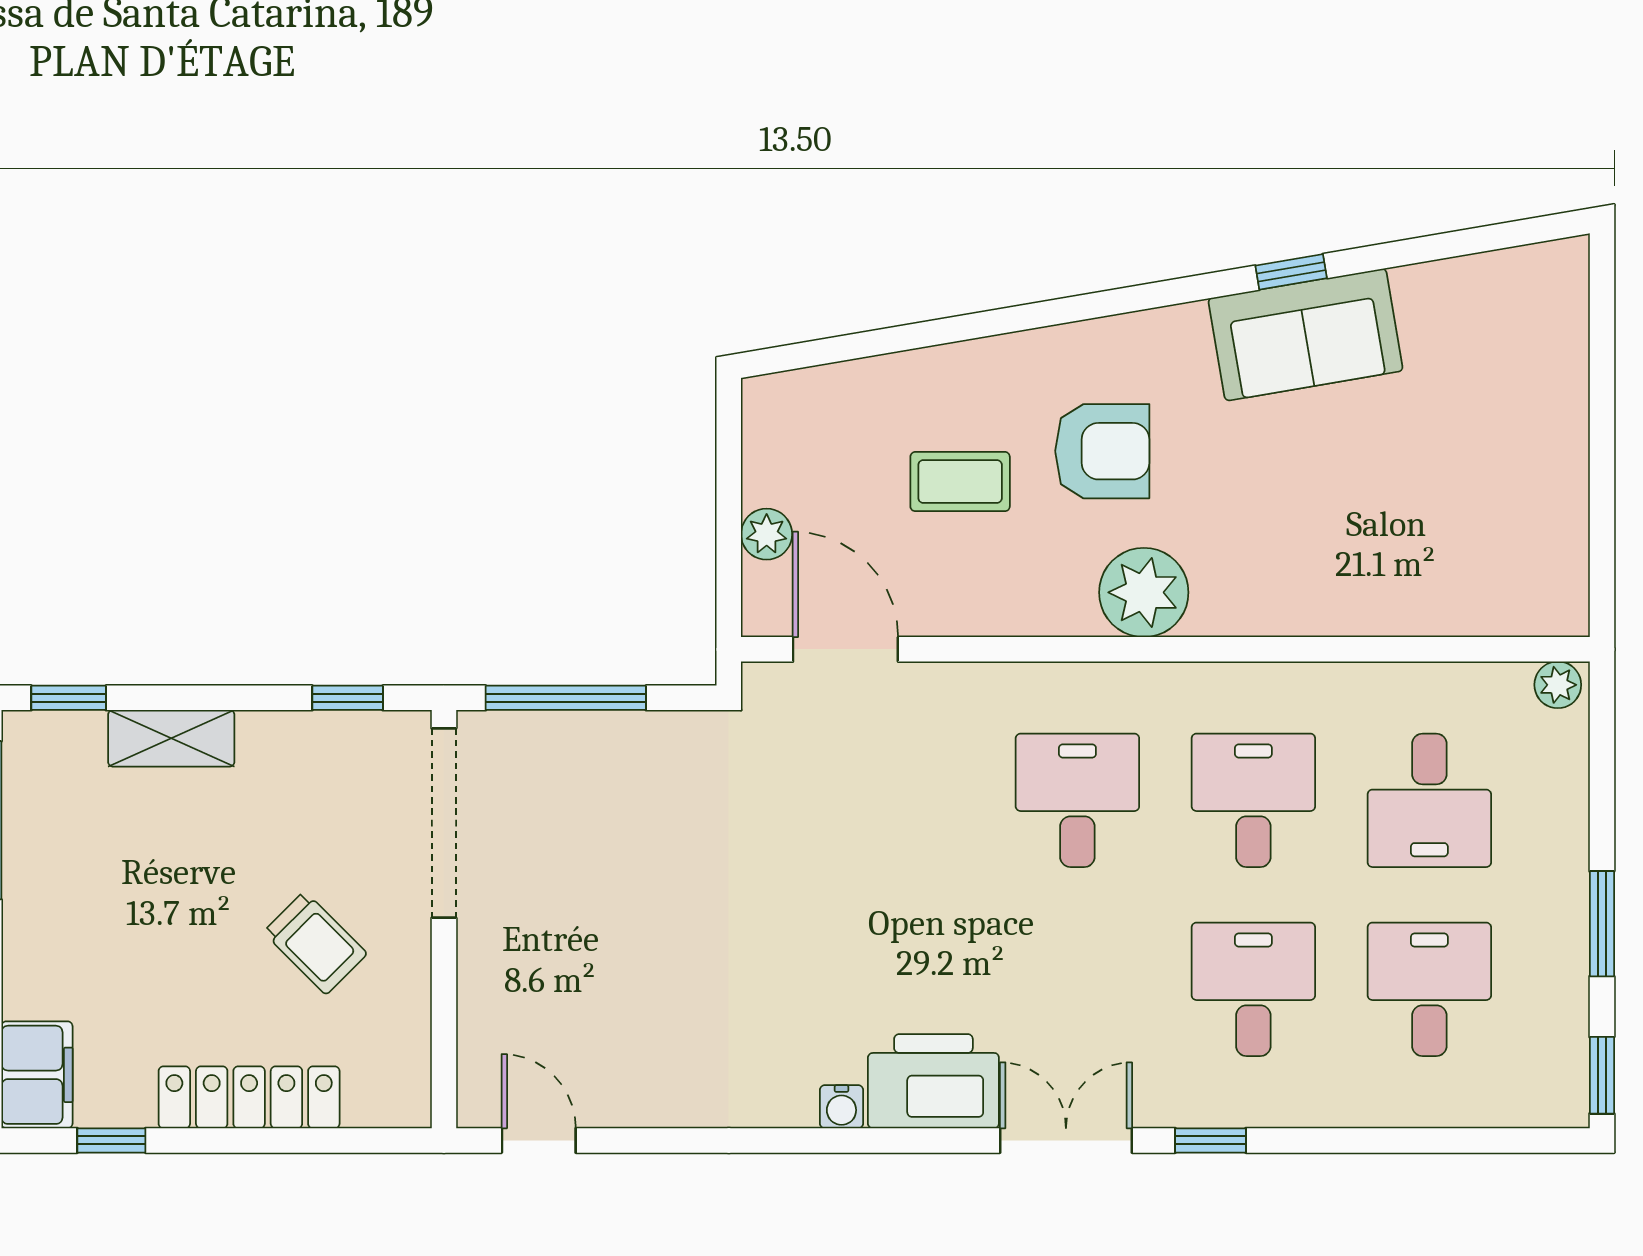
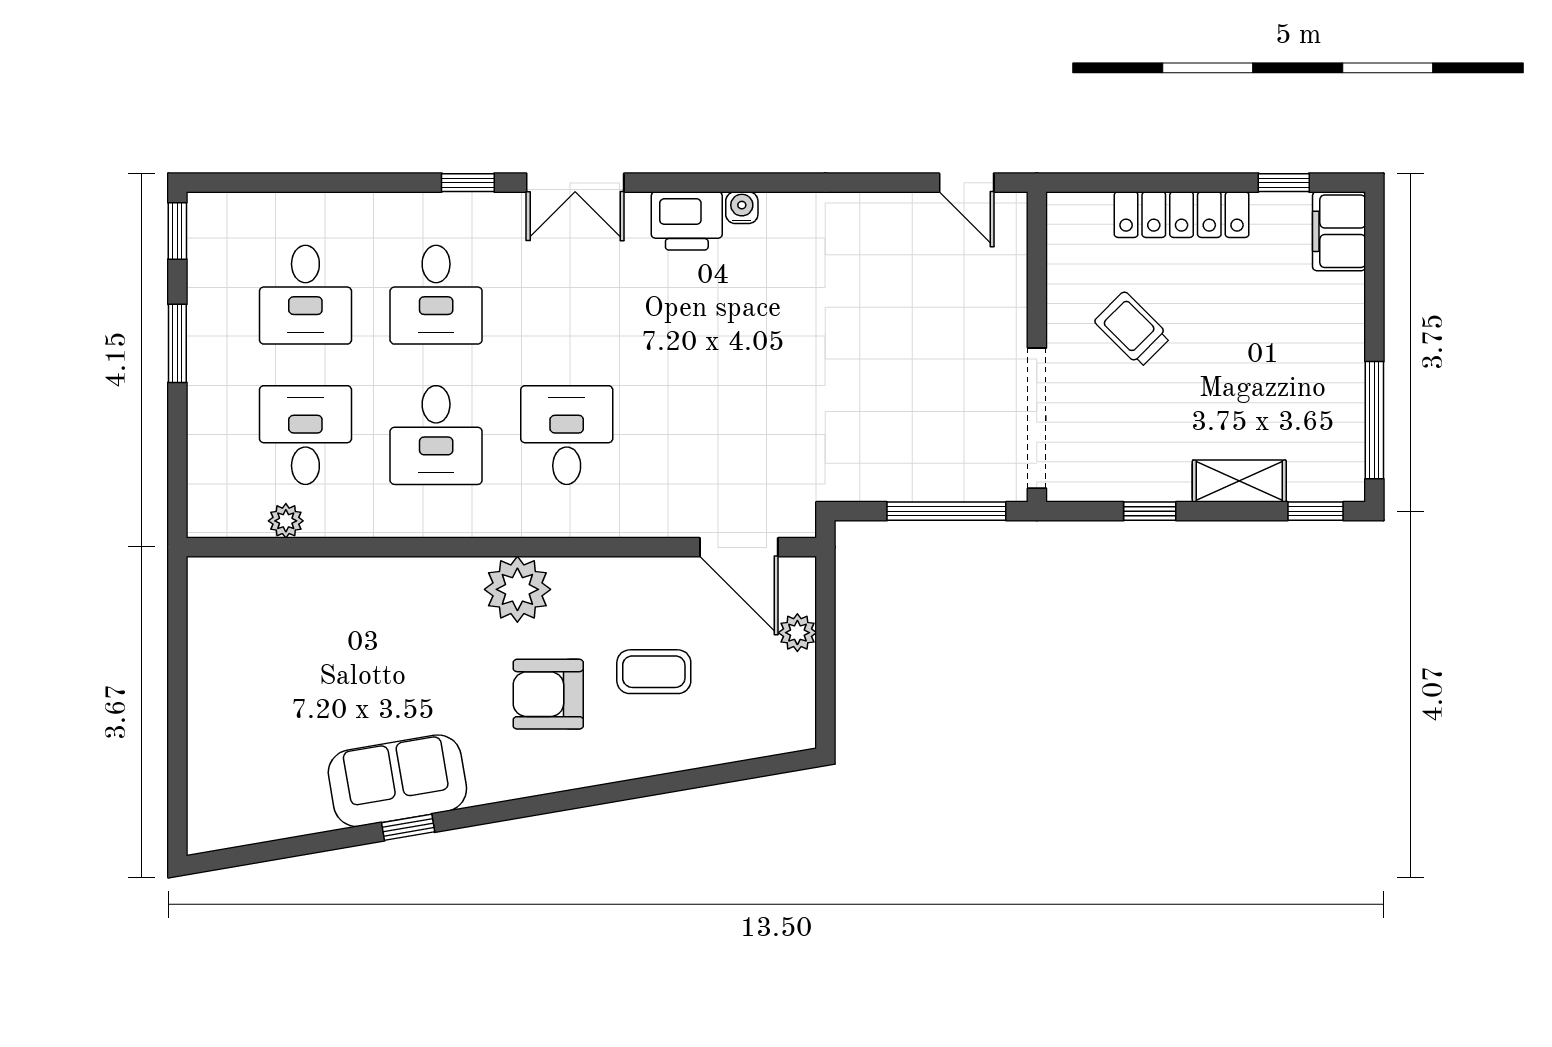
plant: (1558, 685) -> (286, 521), moved
window: (348, 698) -> (1150, 511), moved
desk: (1077, 800) -> (567, 435), turned 180
printer: (933, 1081) -> (687, 221), width x0.73, depth x0.84

